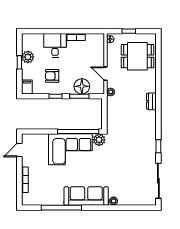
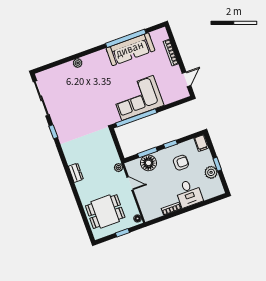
plant: (99, 140) -> (113, 117), removed
sofa: (86, 196) -> (130, 49), moved

